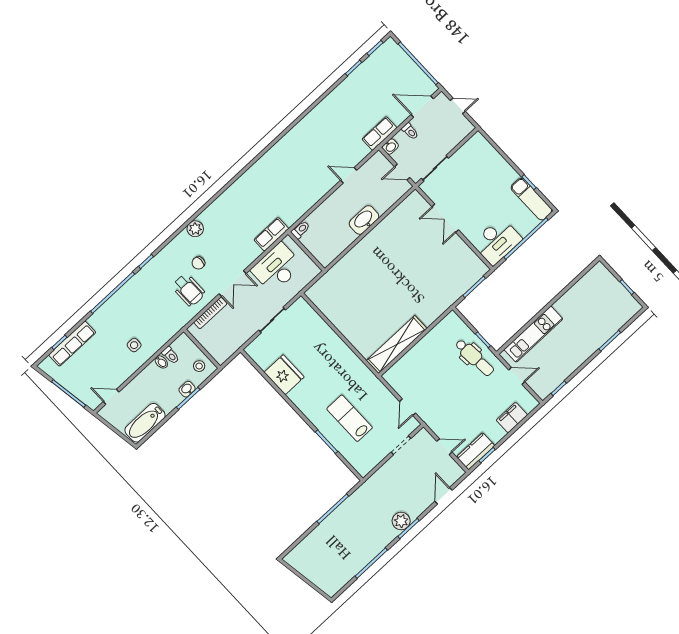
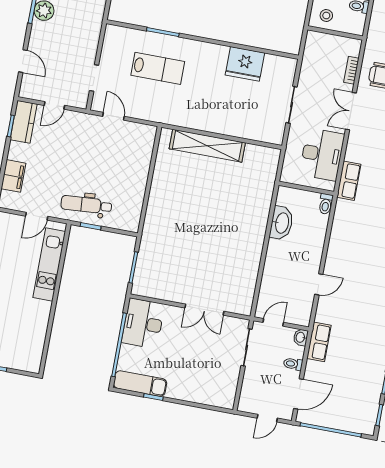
double door: (445, 218) -> (204, 310), swing flipped
washbasin: (364, 220) -> (281, 223), moved
bookcase: (210, 313) -> (351, 70), width x0.64
shelving: (397, 345) -> (207, 146), moved, turned 90

